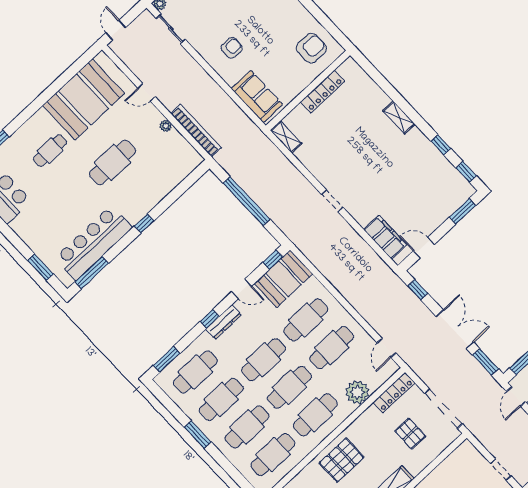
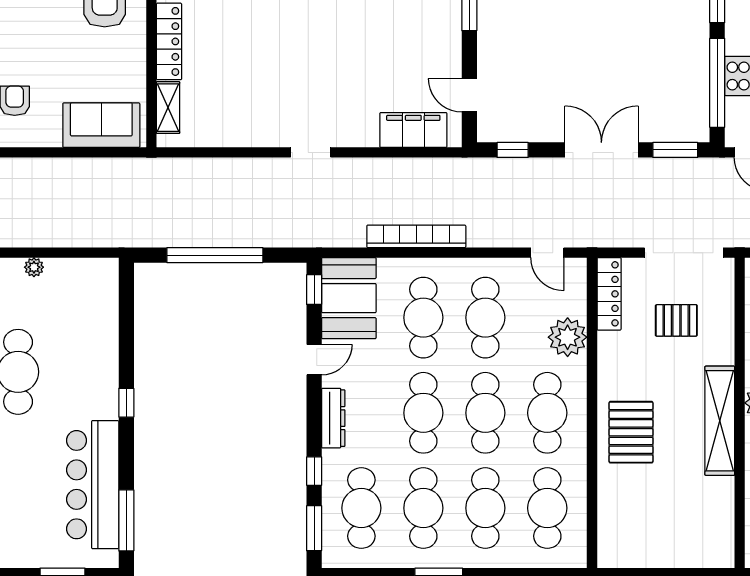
bookcase: (196, 131) -> (416, 236), moved
shelving: (286, 137) -> (168, 108), moved, turned 90
door: (424, 248) -> (469, 95), hinge flipped
window: (210, 319) -> (314, 471), moved

